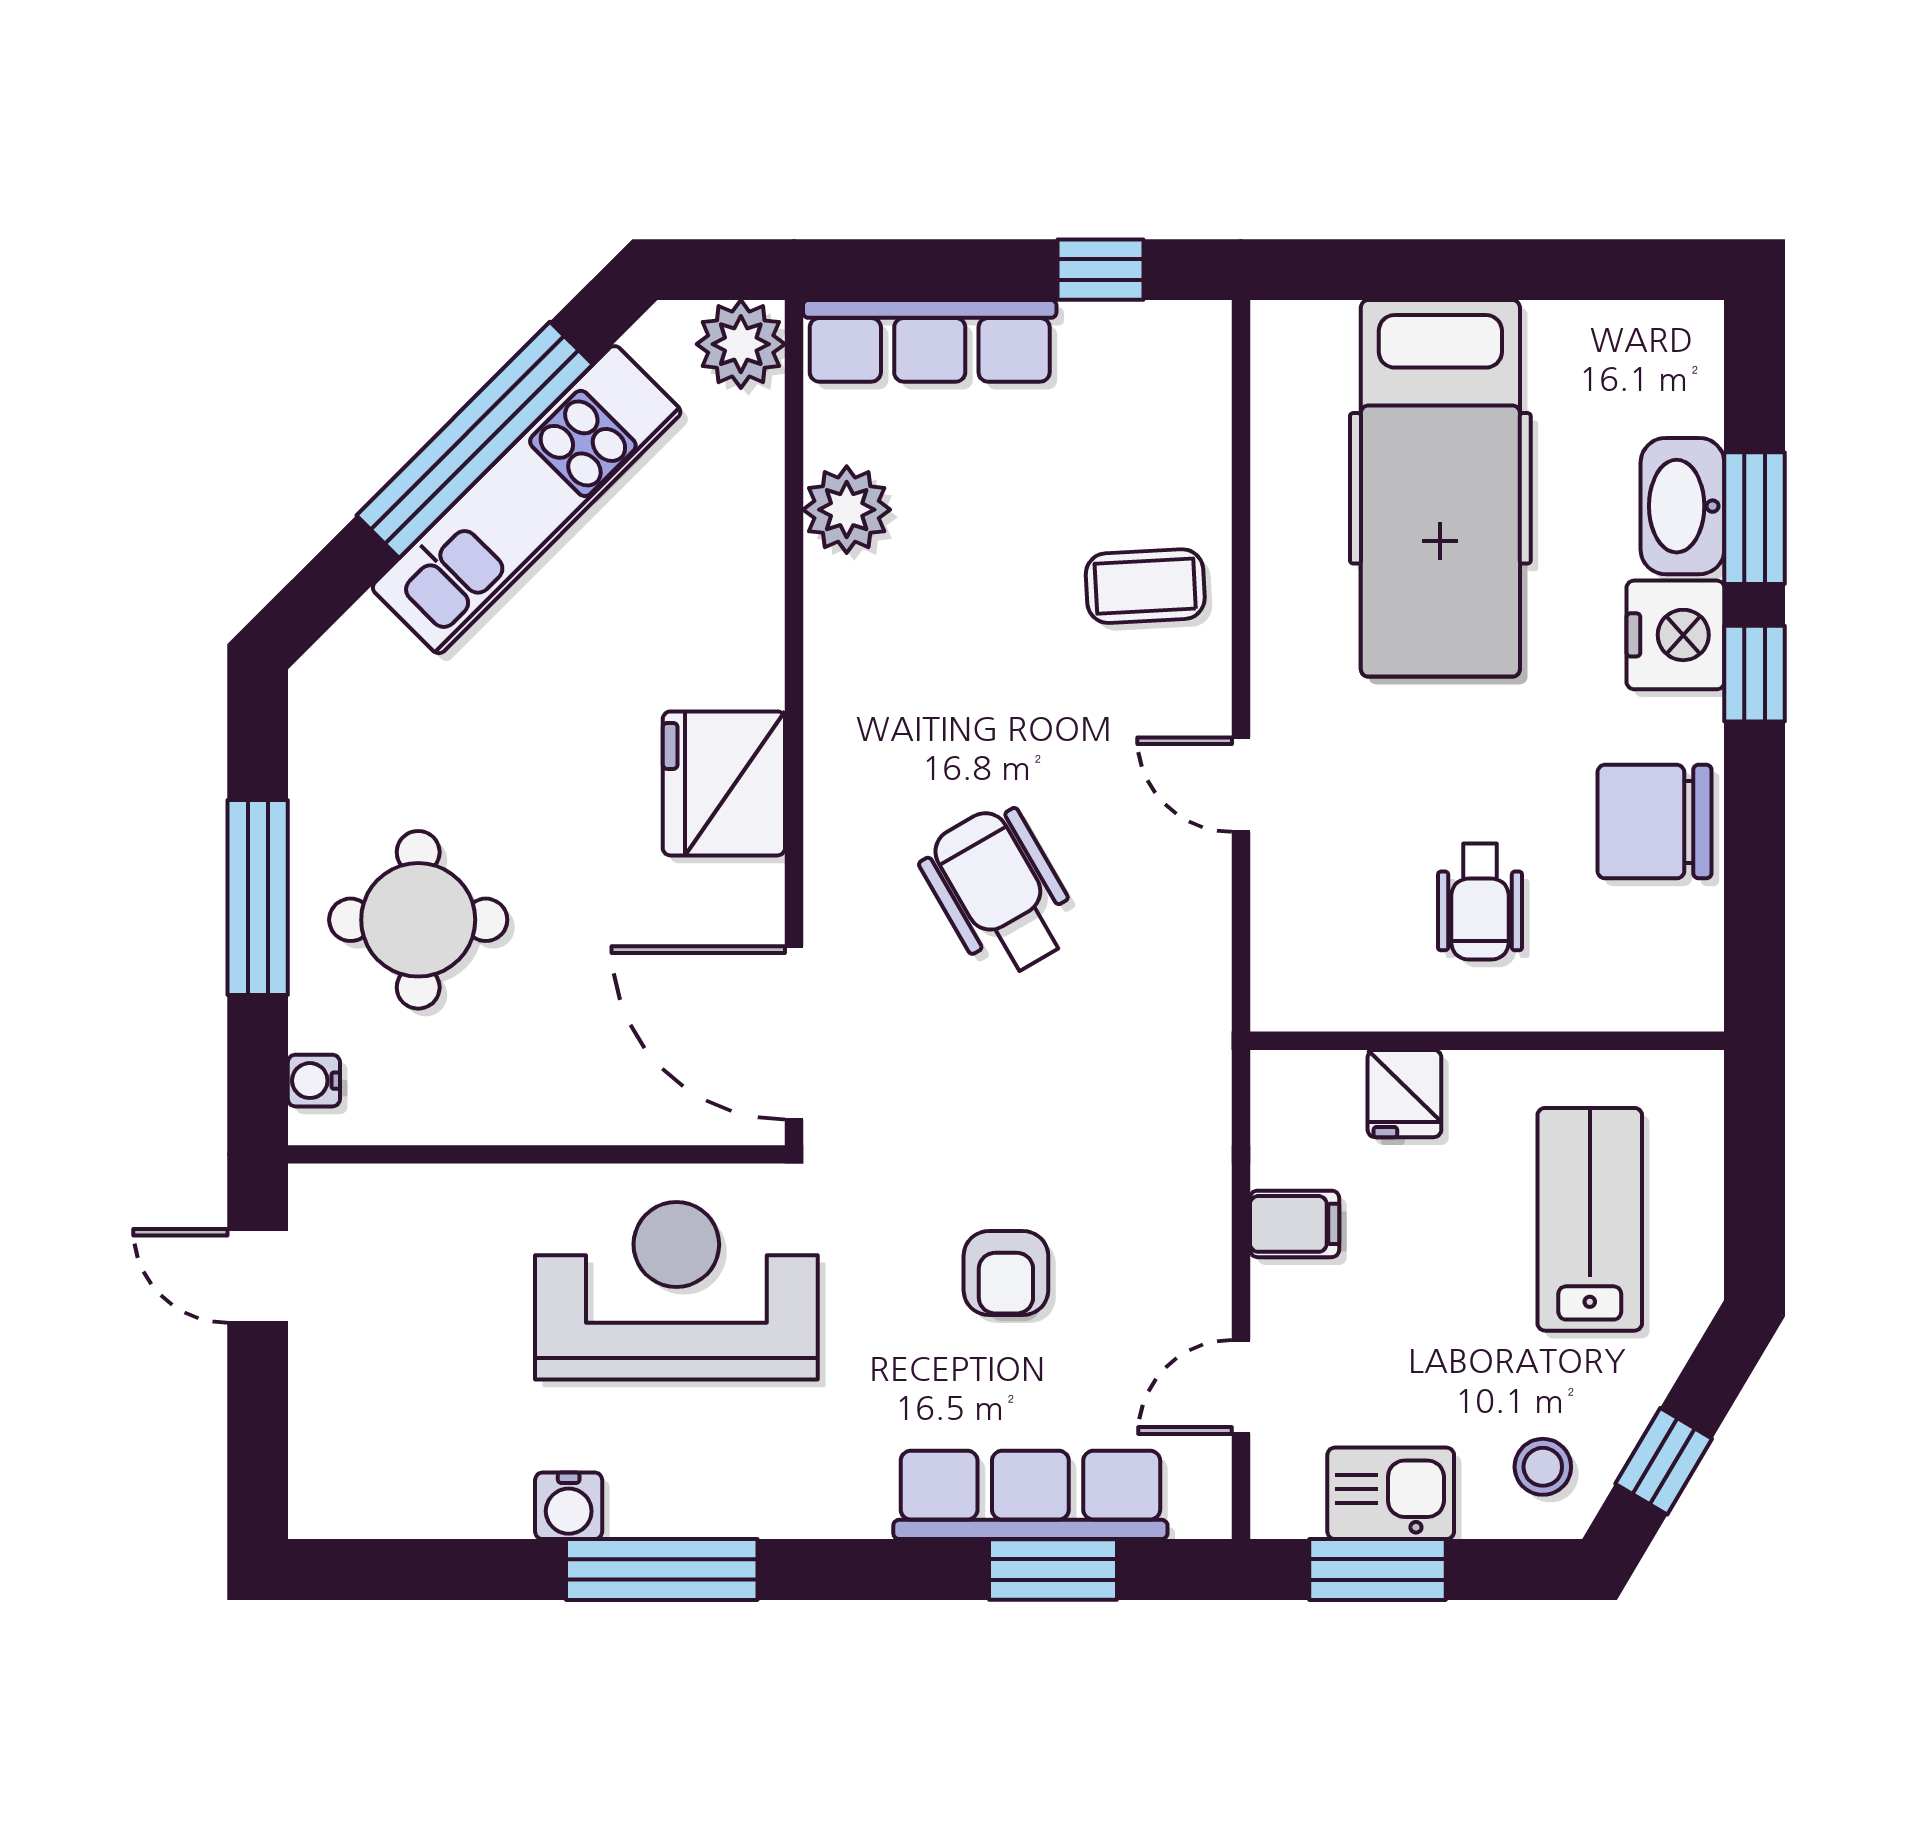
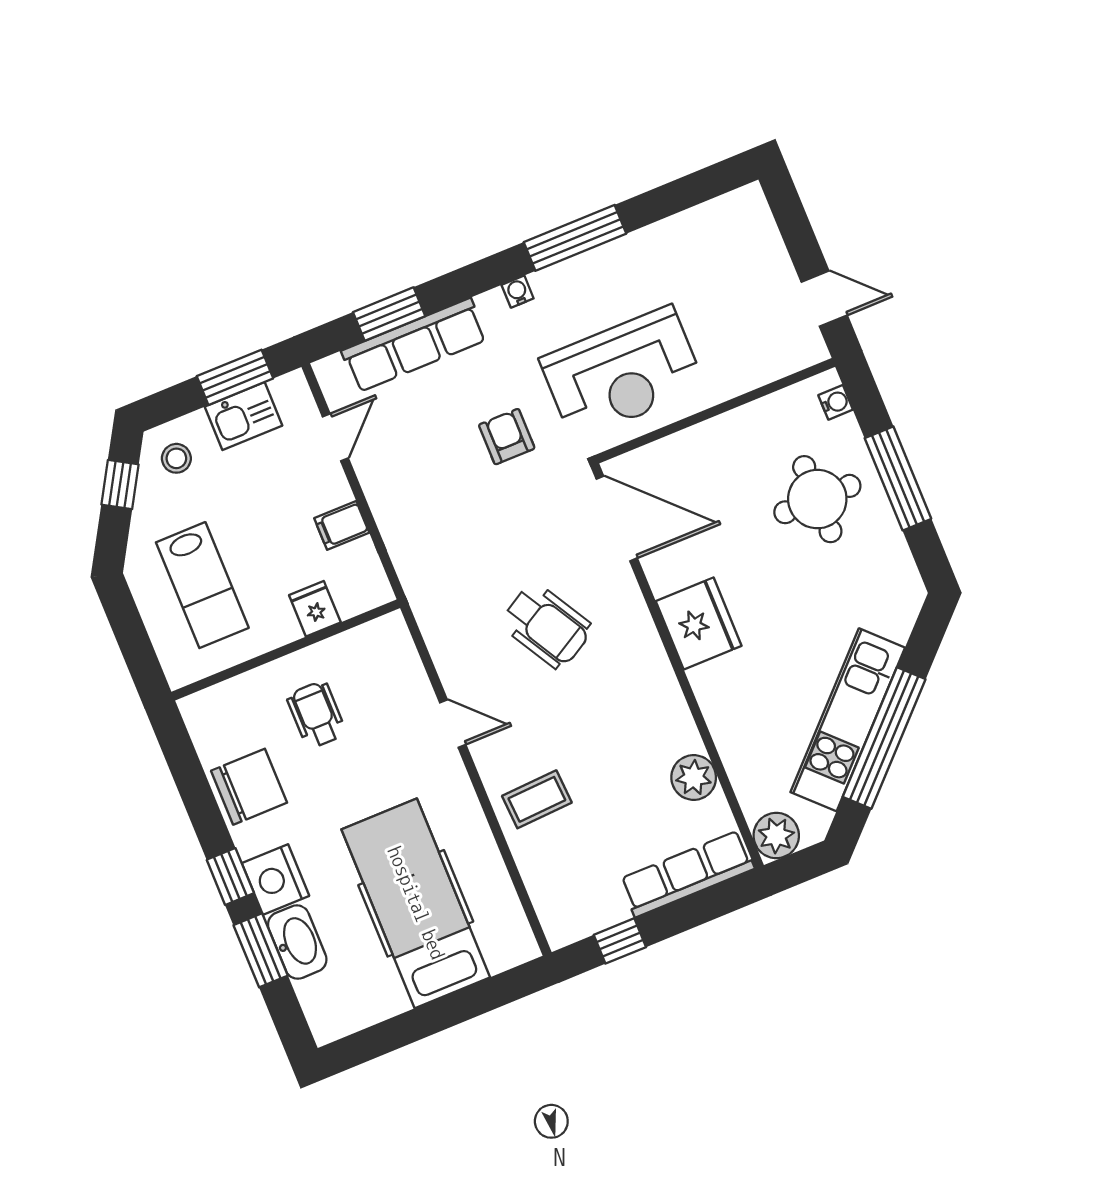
armchair: (1006, 1273) -> (507, 437), moved
water cooler: (569, 1506) -> (518, 292), moved, width x0.72, depth x0.72

